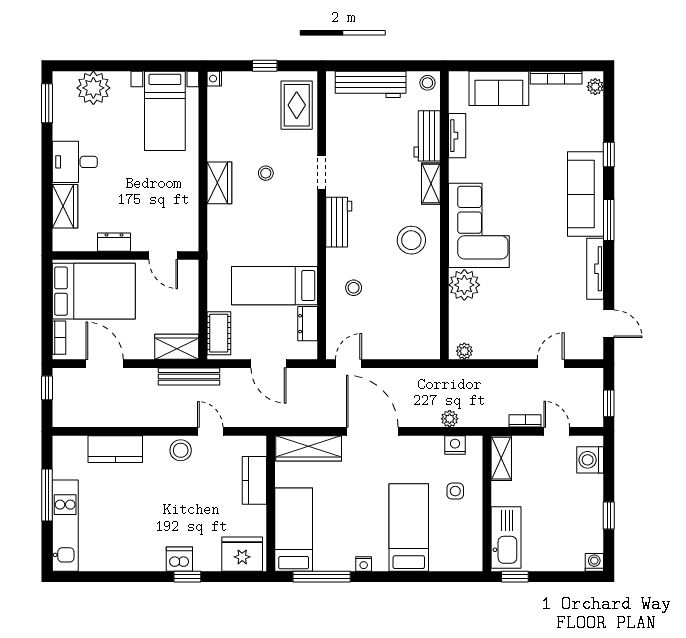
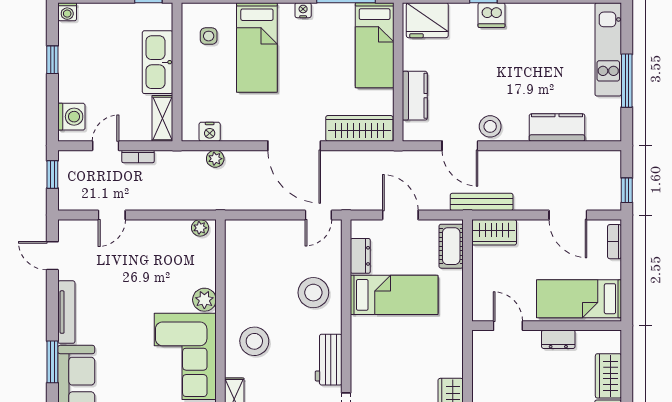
plant: (464, 285) -> (204, 300), width x0.73, depth x0.73
stool: (354, 288) -> (313, 293), width x1.89, depth x1.89
bed: (94, 291) -> (579, 299), width x0.67
door: (210, 431) -> (460, 146), width x1.38
door: (557, 431) -> (106, 146), swing flipped
side table: (455, 491) -> (209, 36), moved
kitchen sink: (506, 537) -> (158, 62), moved

